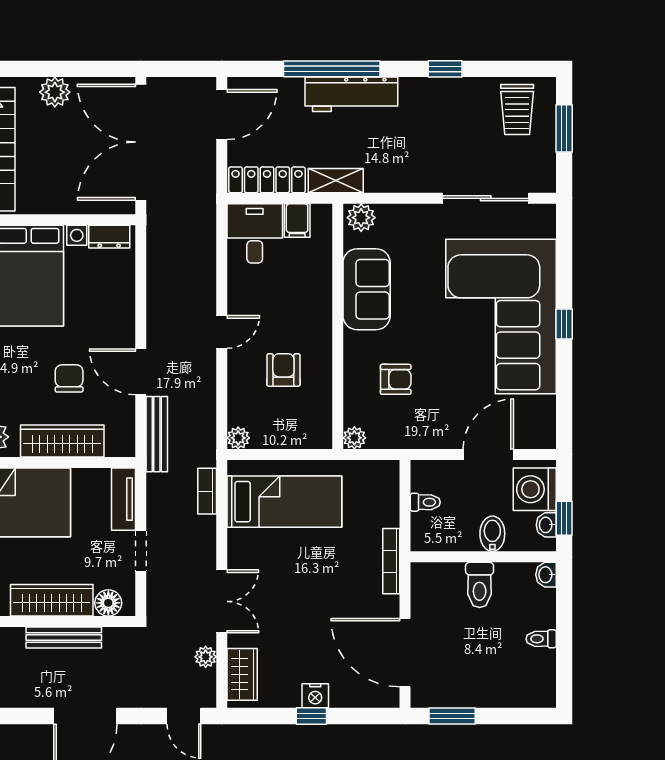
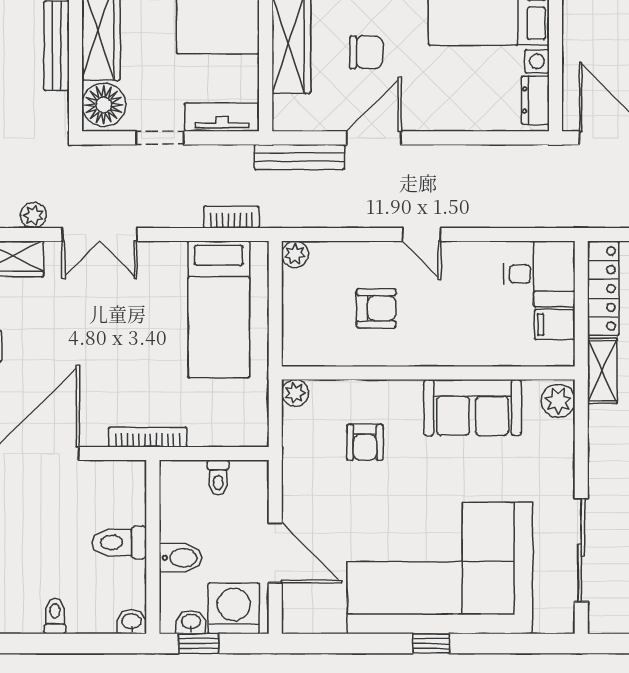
floor lamp: (108, 603) -> (104, 105), width x1.38, depth x1.38

